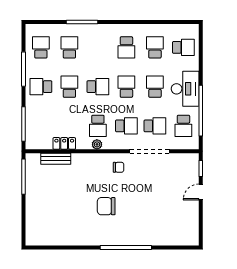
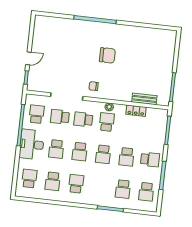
school desk: (183, 47) -> (29, 179), turned 90
school desk: (98, 87) -> (103, 154), turned -90

